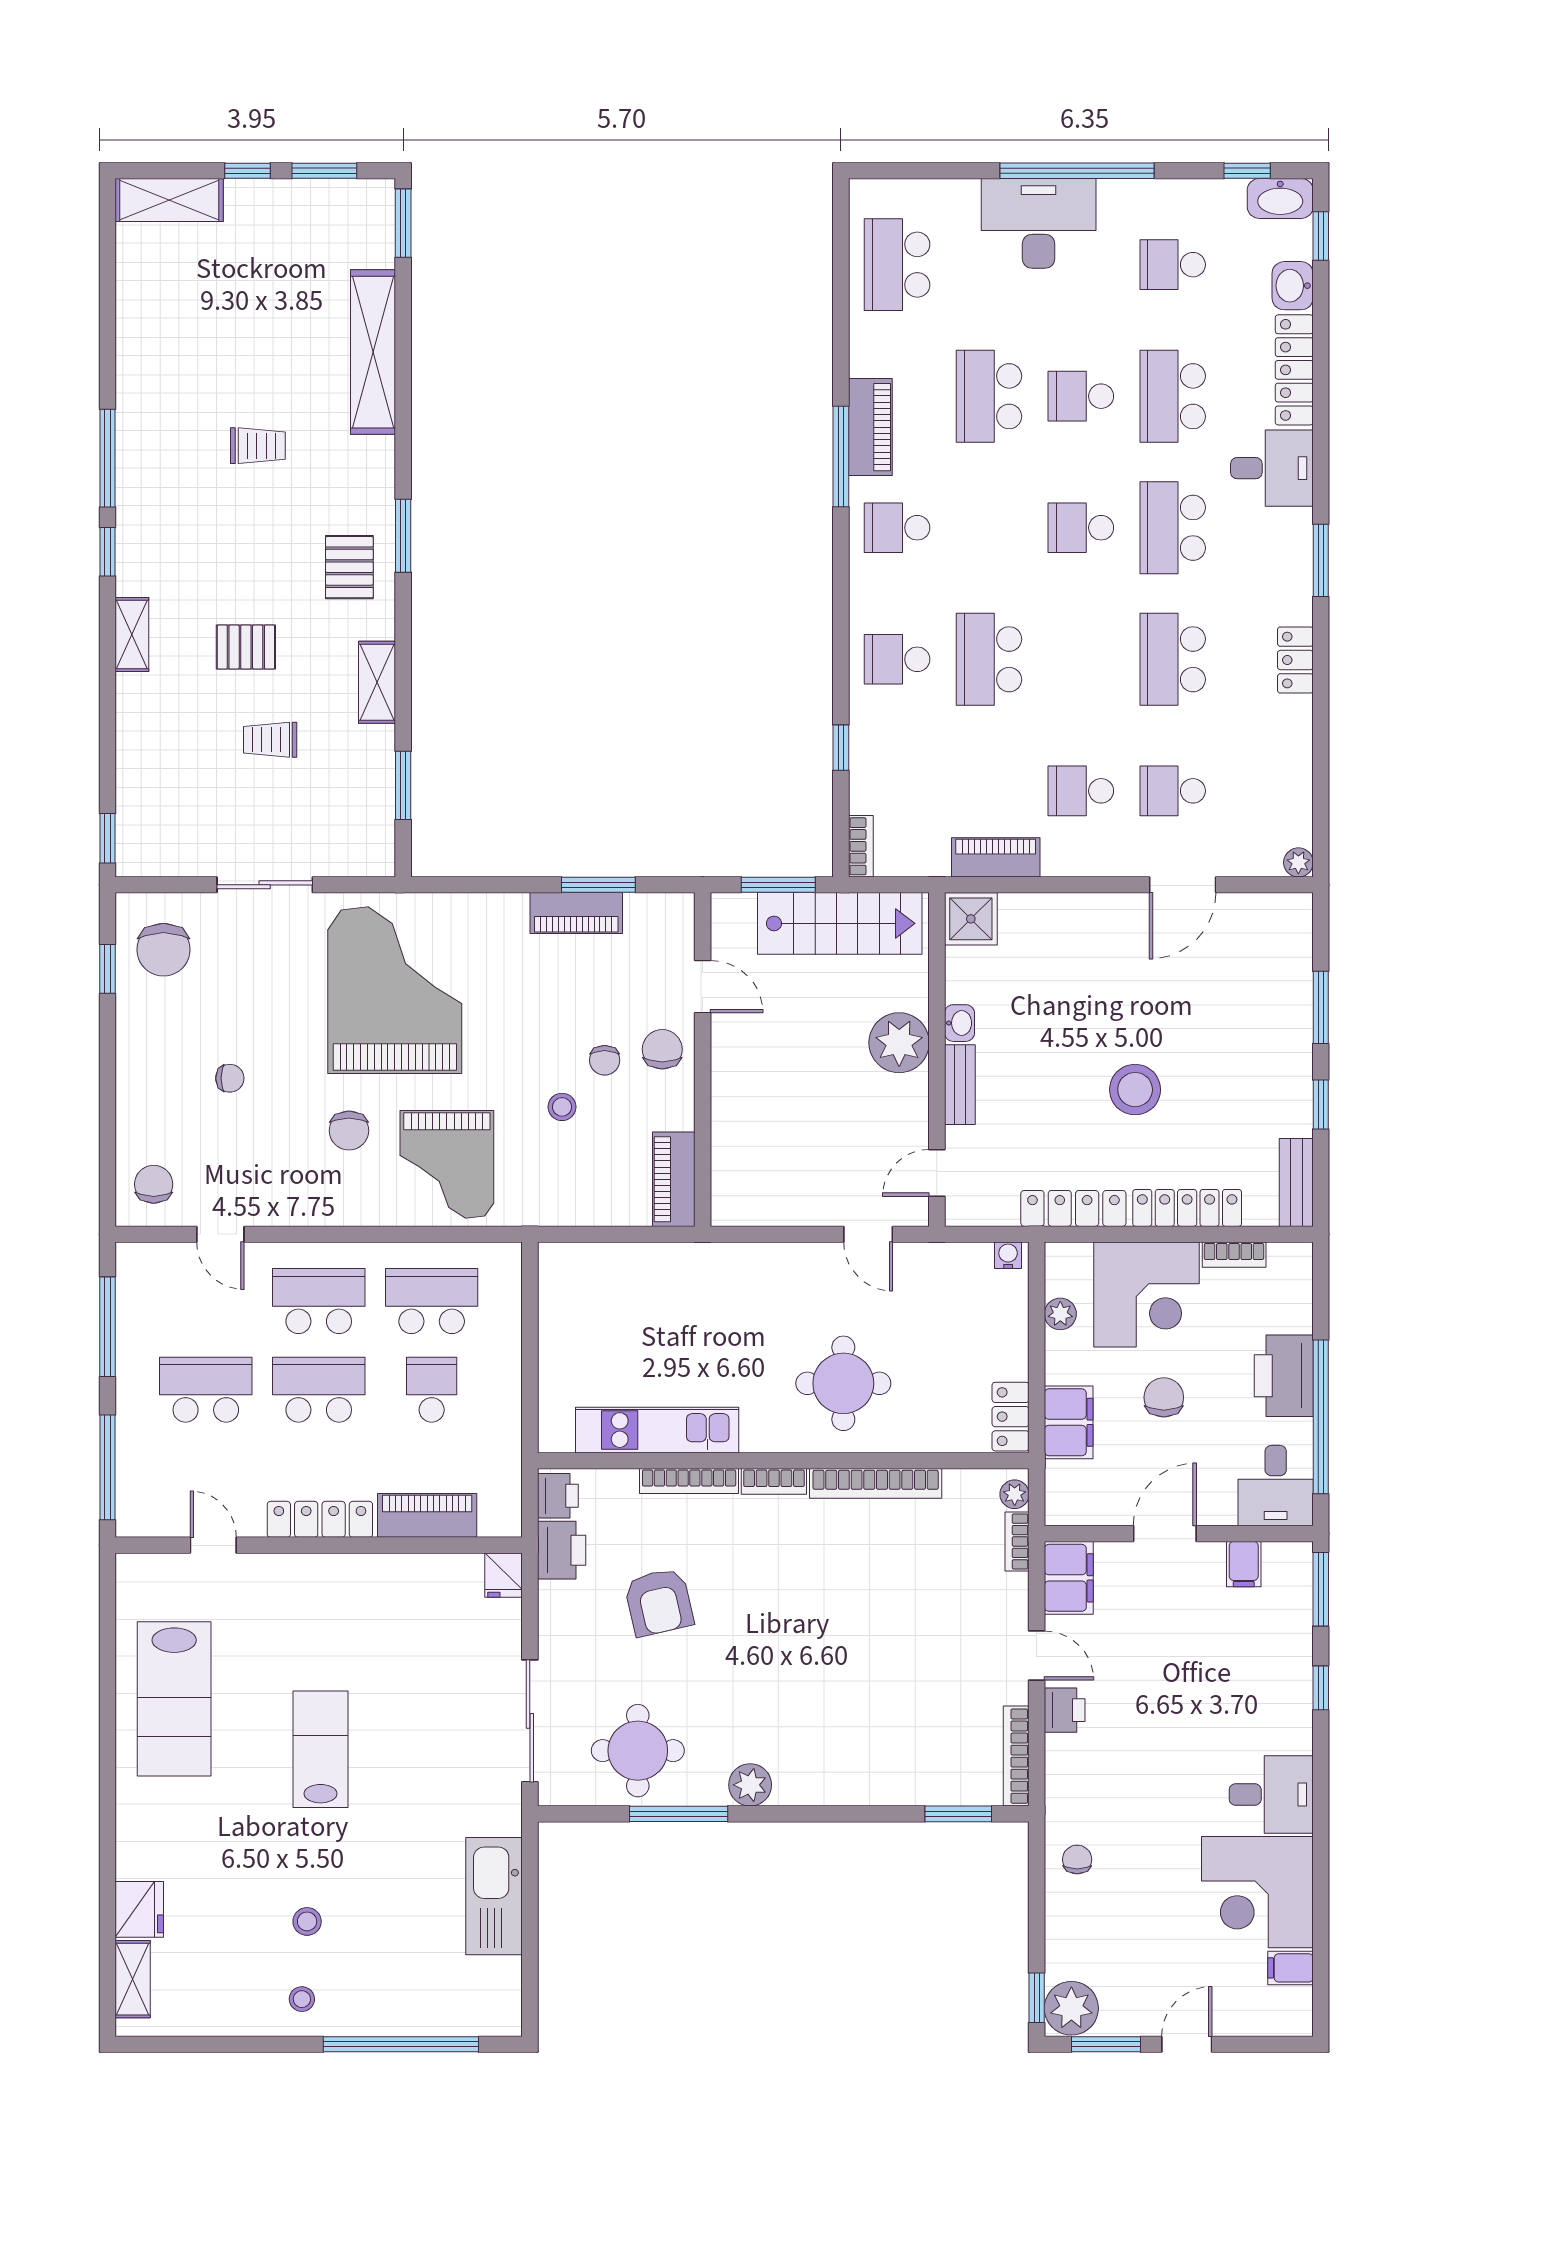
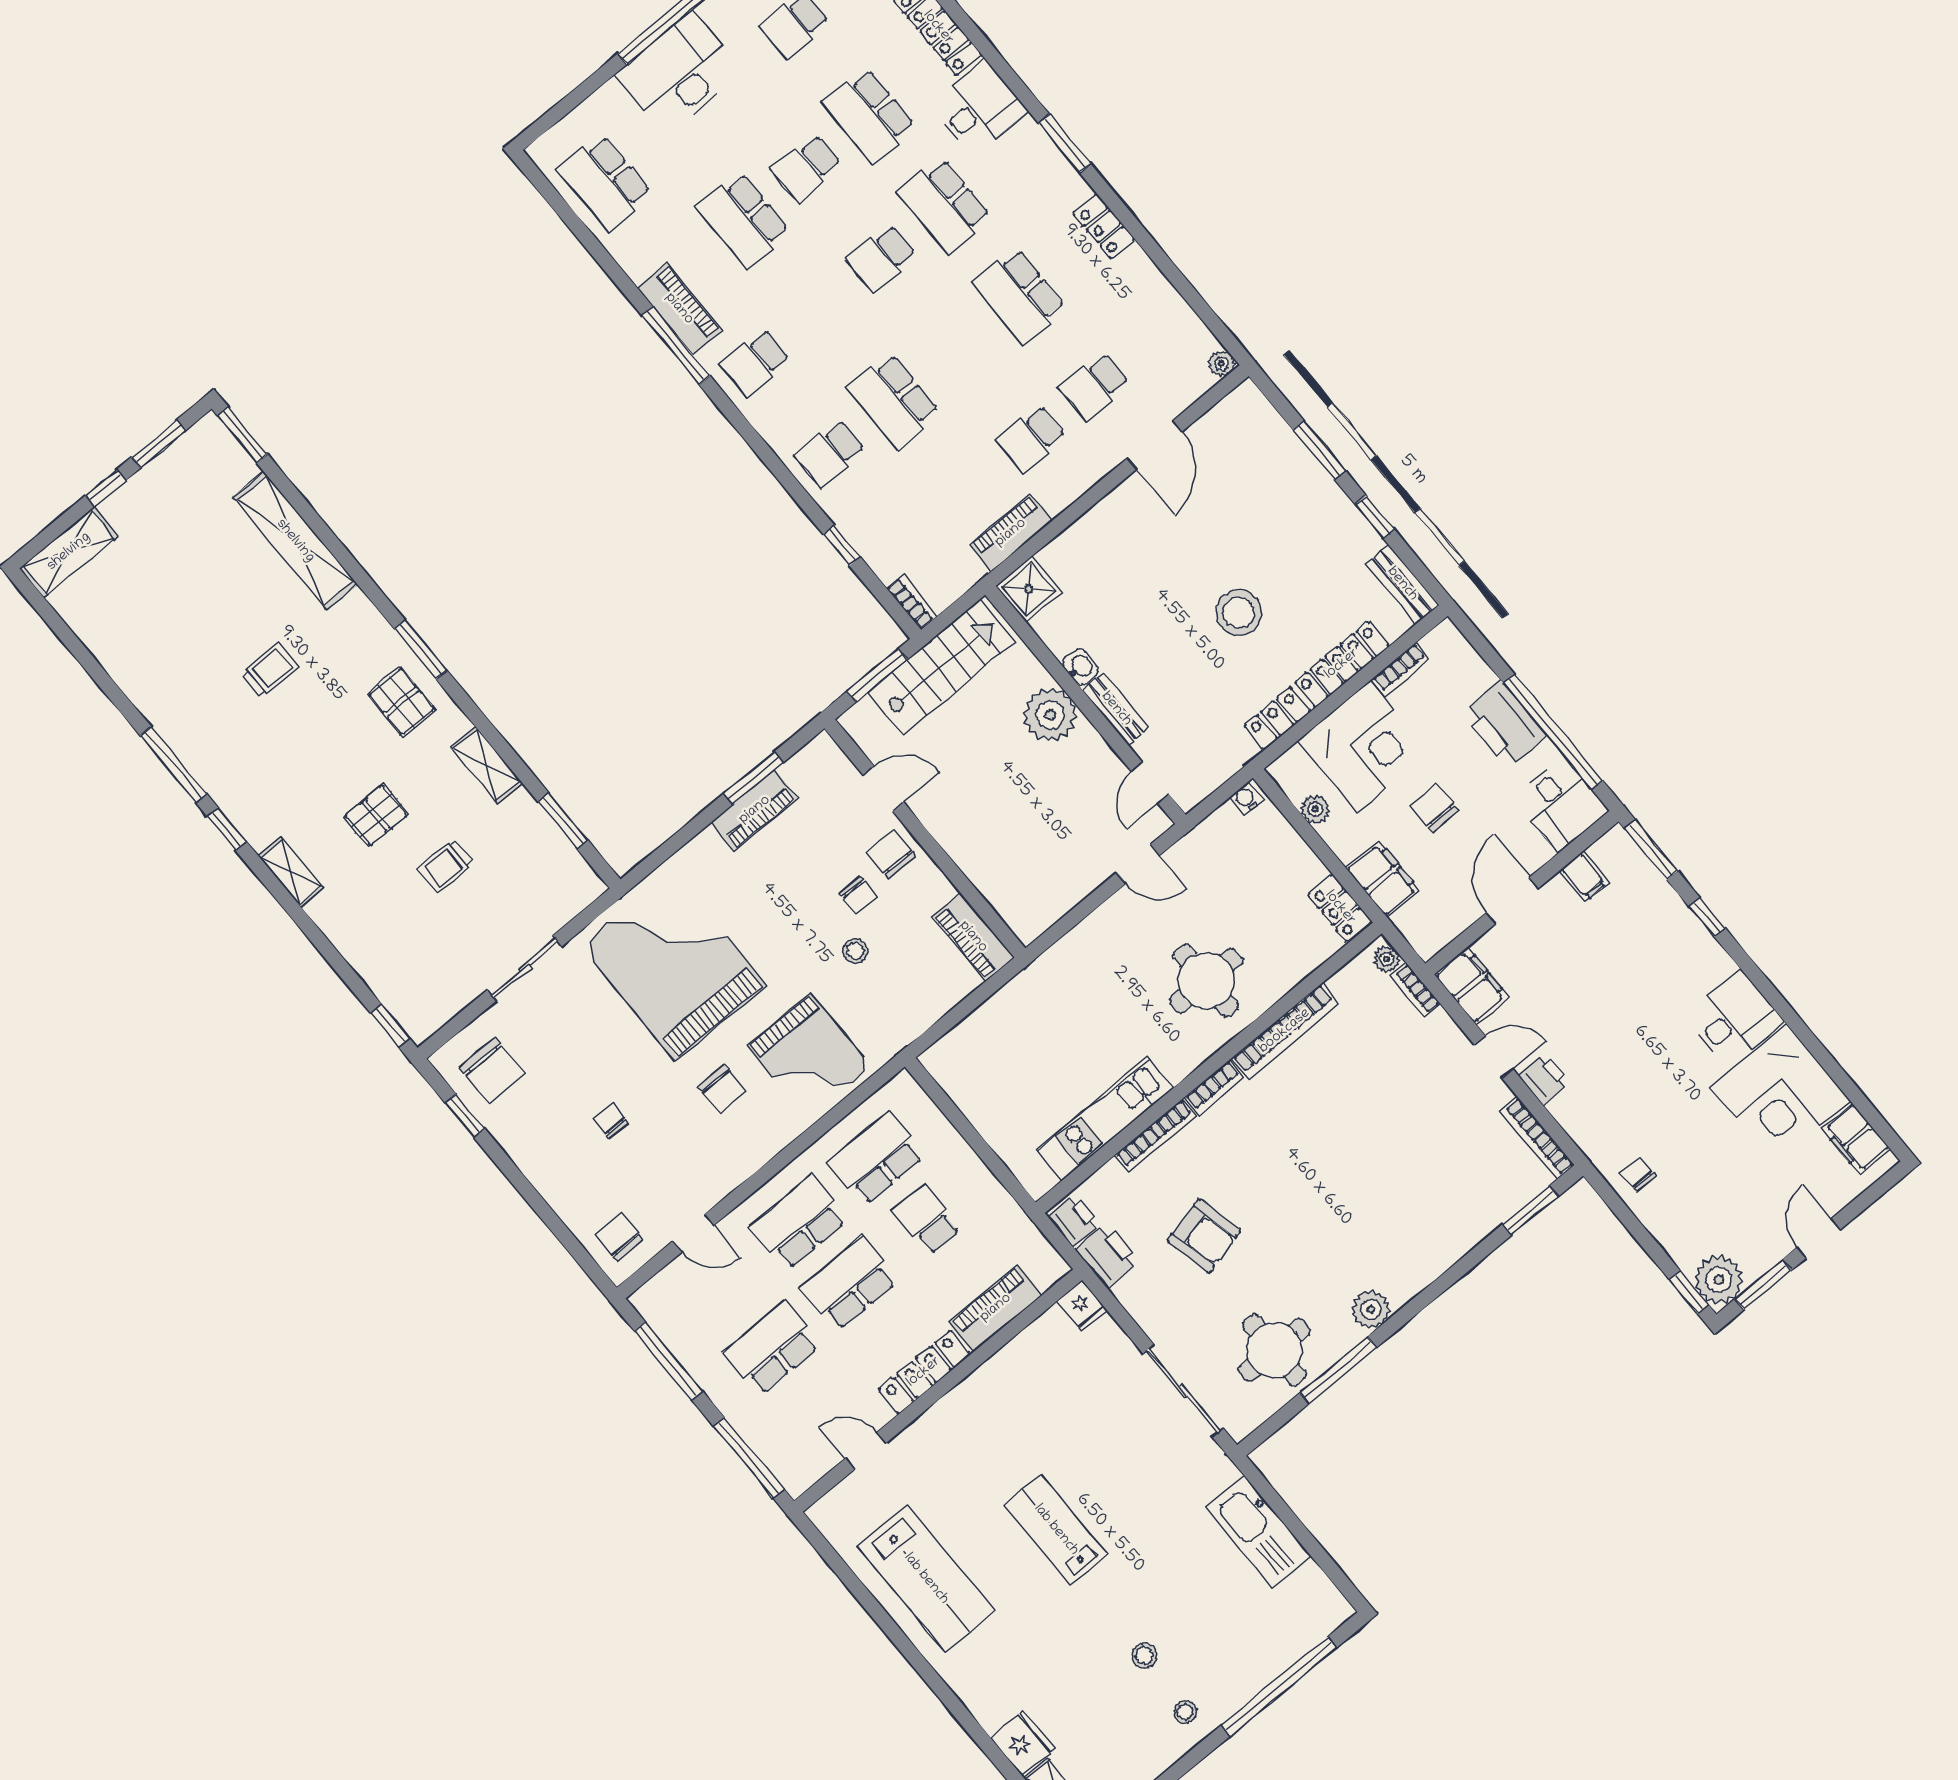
chair: (230, 1078) -> (611, 1121), turned -90
locker: (1073, 1208) -> (1277, 719), width x0.66
filing cabinet: (1291, 1968) -> (1856, 1139), width x2.00

